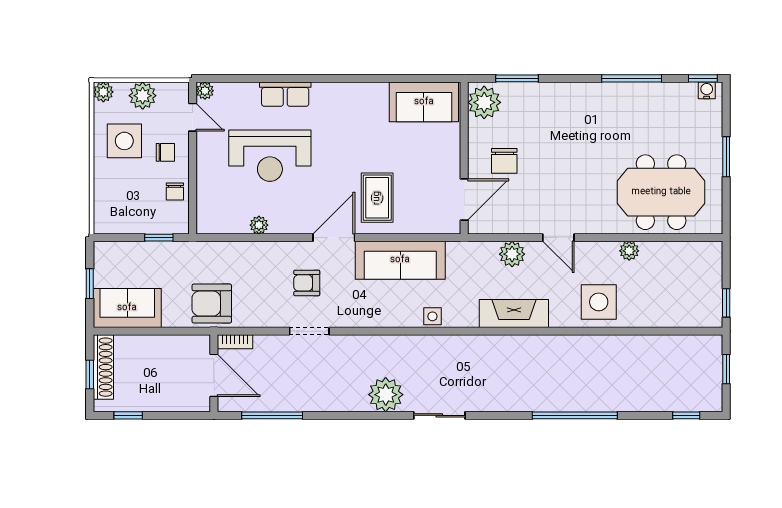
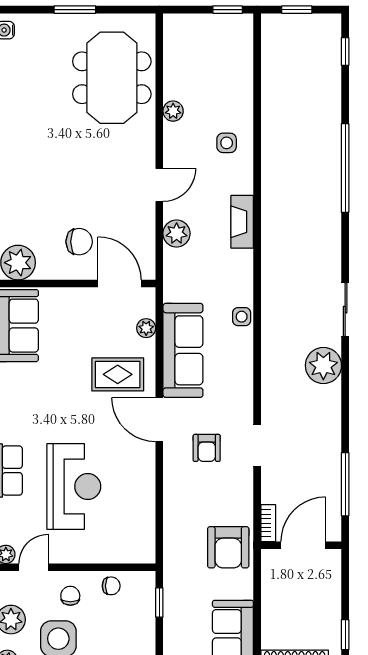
plant: (259, 225) -> (146, 328), moved
side table: (599, 302) -> (227, 143), width x0.54, depth x0.54
fireplace: (514, 313) -> (242, 222), width x0.73, depth x0.76

